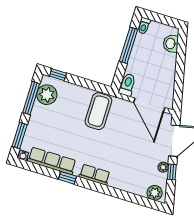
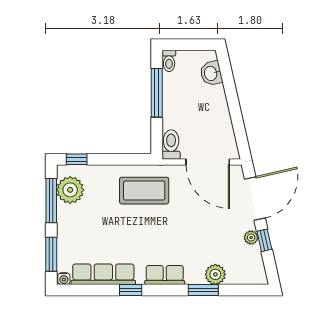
coffee table: (98, 111) -> (144, 191), turned 90
plant: (155, 193) -> (215, 274), moved
window: (118, 194) -> (203, 290), added

